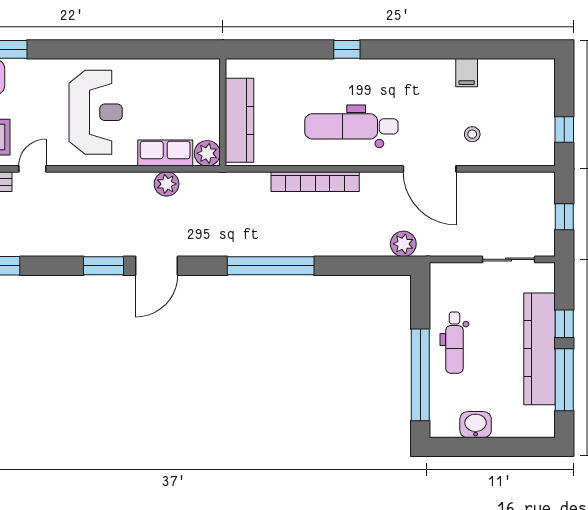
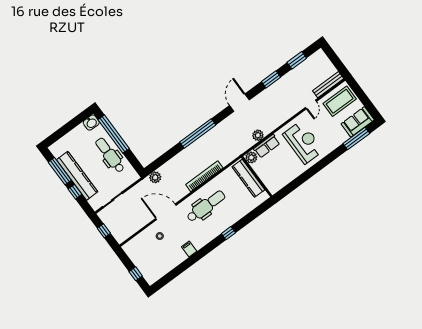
filing cabinet: (467, 73) -> (189, 249), moved
reception desk: (96, 112) -> (303, 142), turned 180
window: (564, 129) -> (136, 274), moved
window: (103, 266) -> (271, 79), moved
dental chair: (454, 343) -> (110, 155), width x1.36, depth x1.38
washbasin: (476, 425) -> (91, 123), moved

